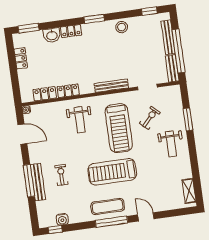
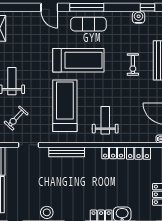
exercise bike: (150, 118) -> (16, 118), moved

